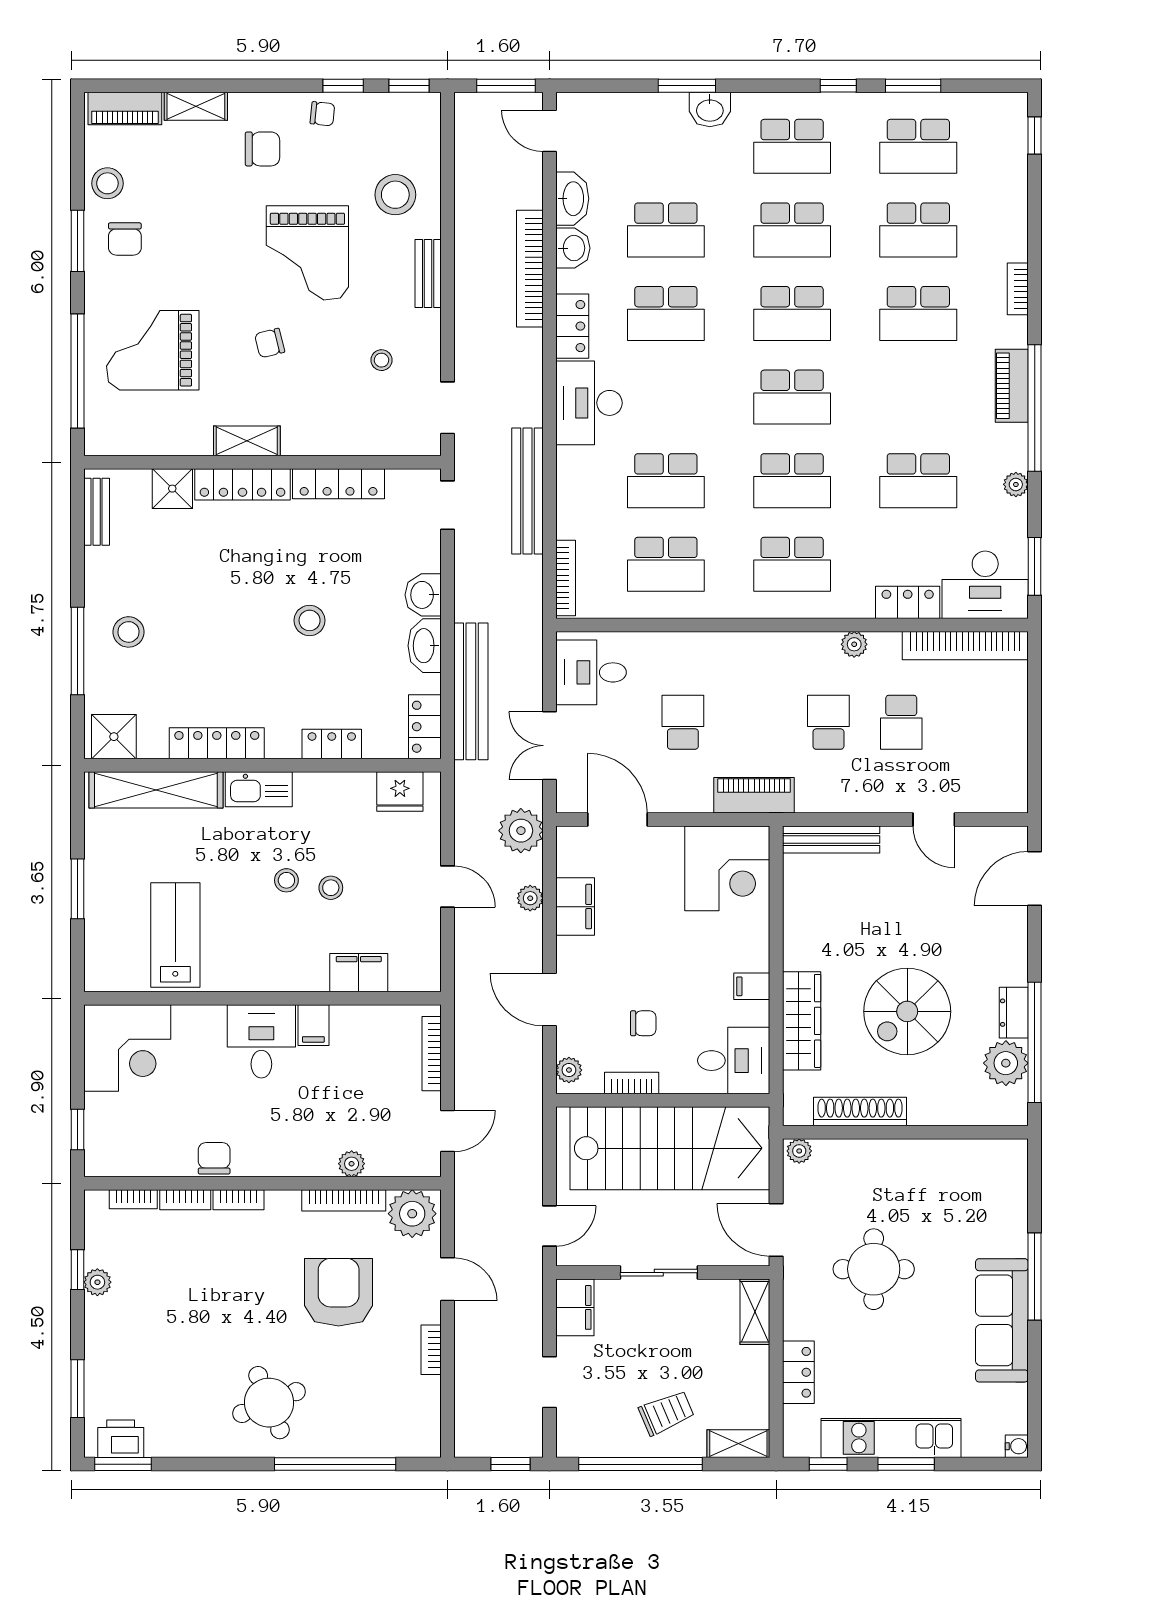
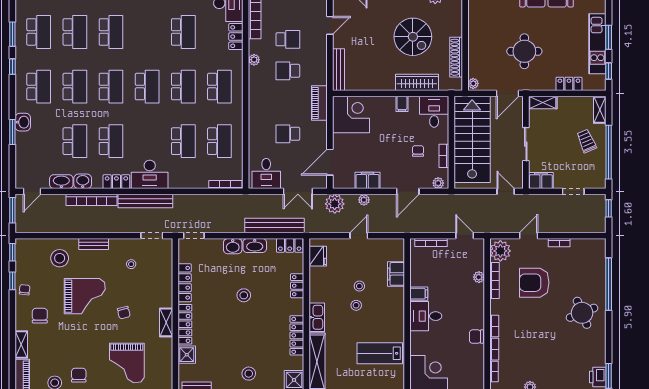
chair: (125, 239) -> (79, 375), turned -90
bench: (528, 491) -> (145, 201), moved

